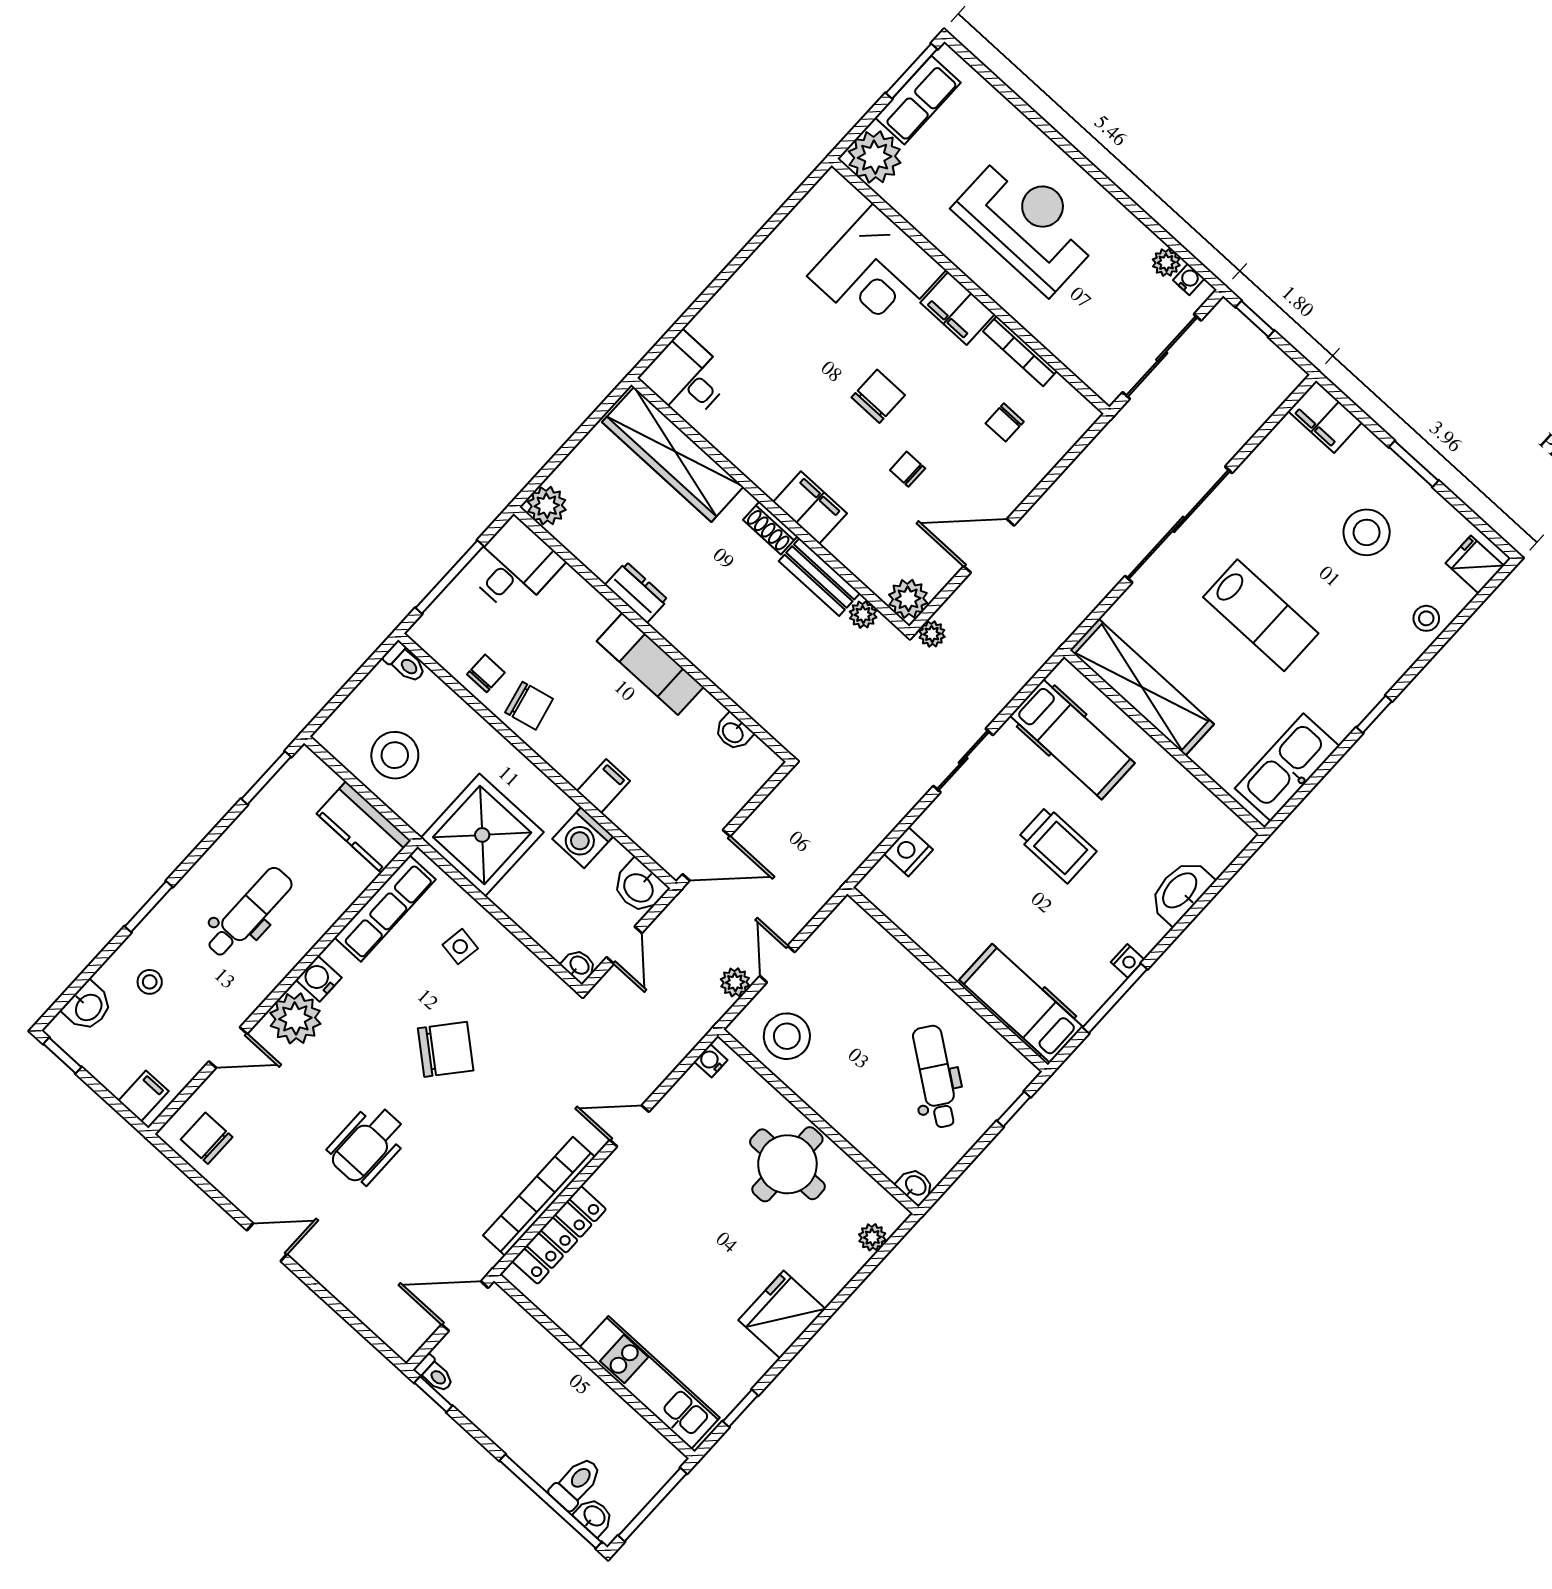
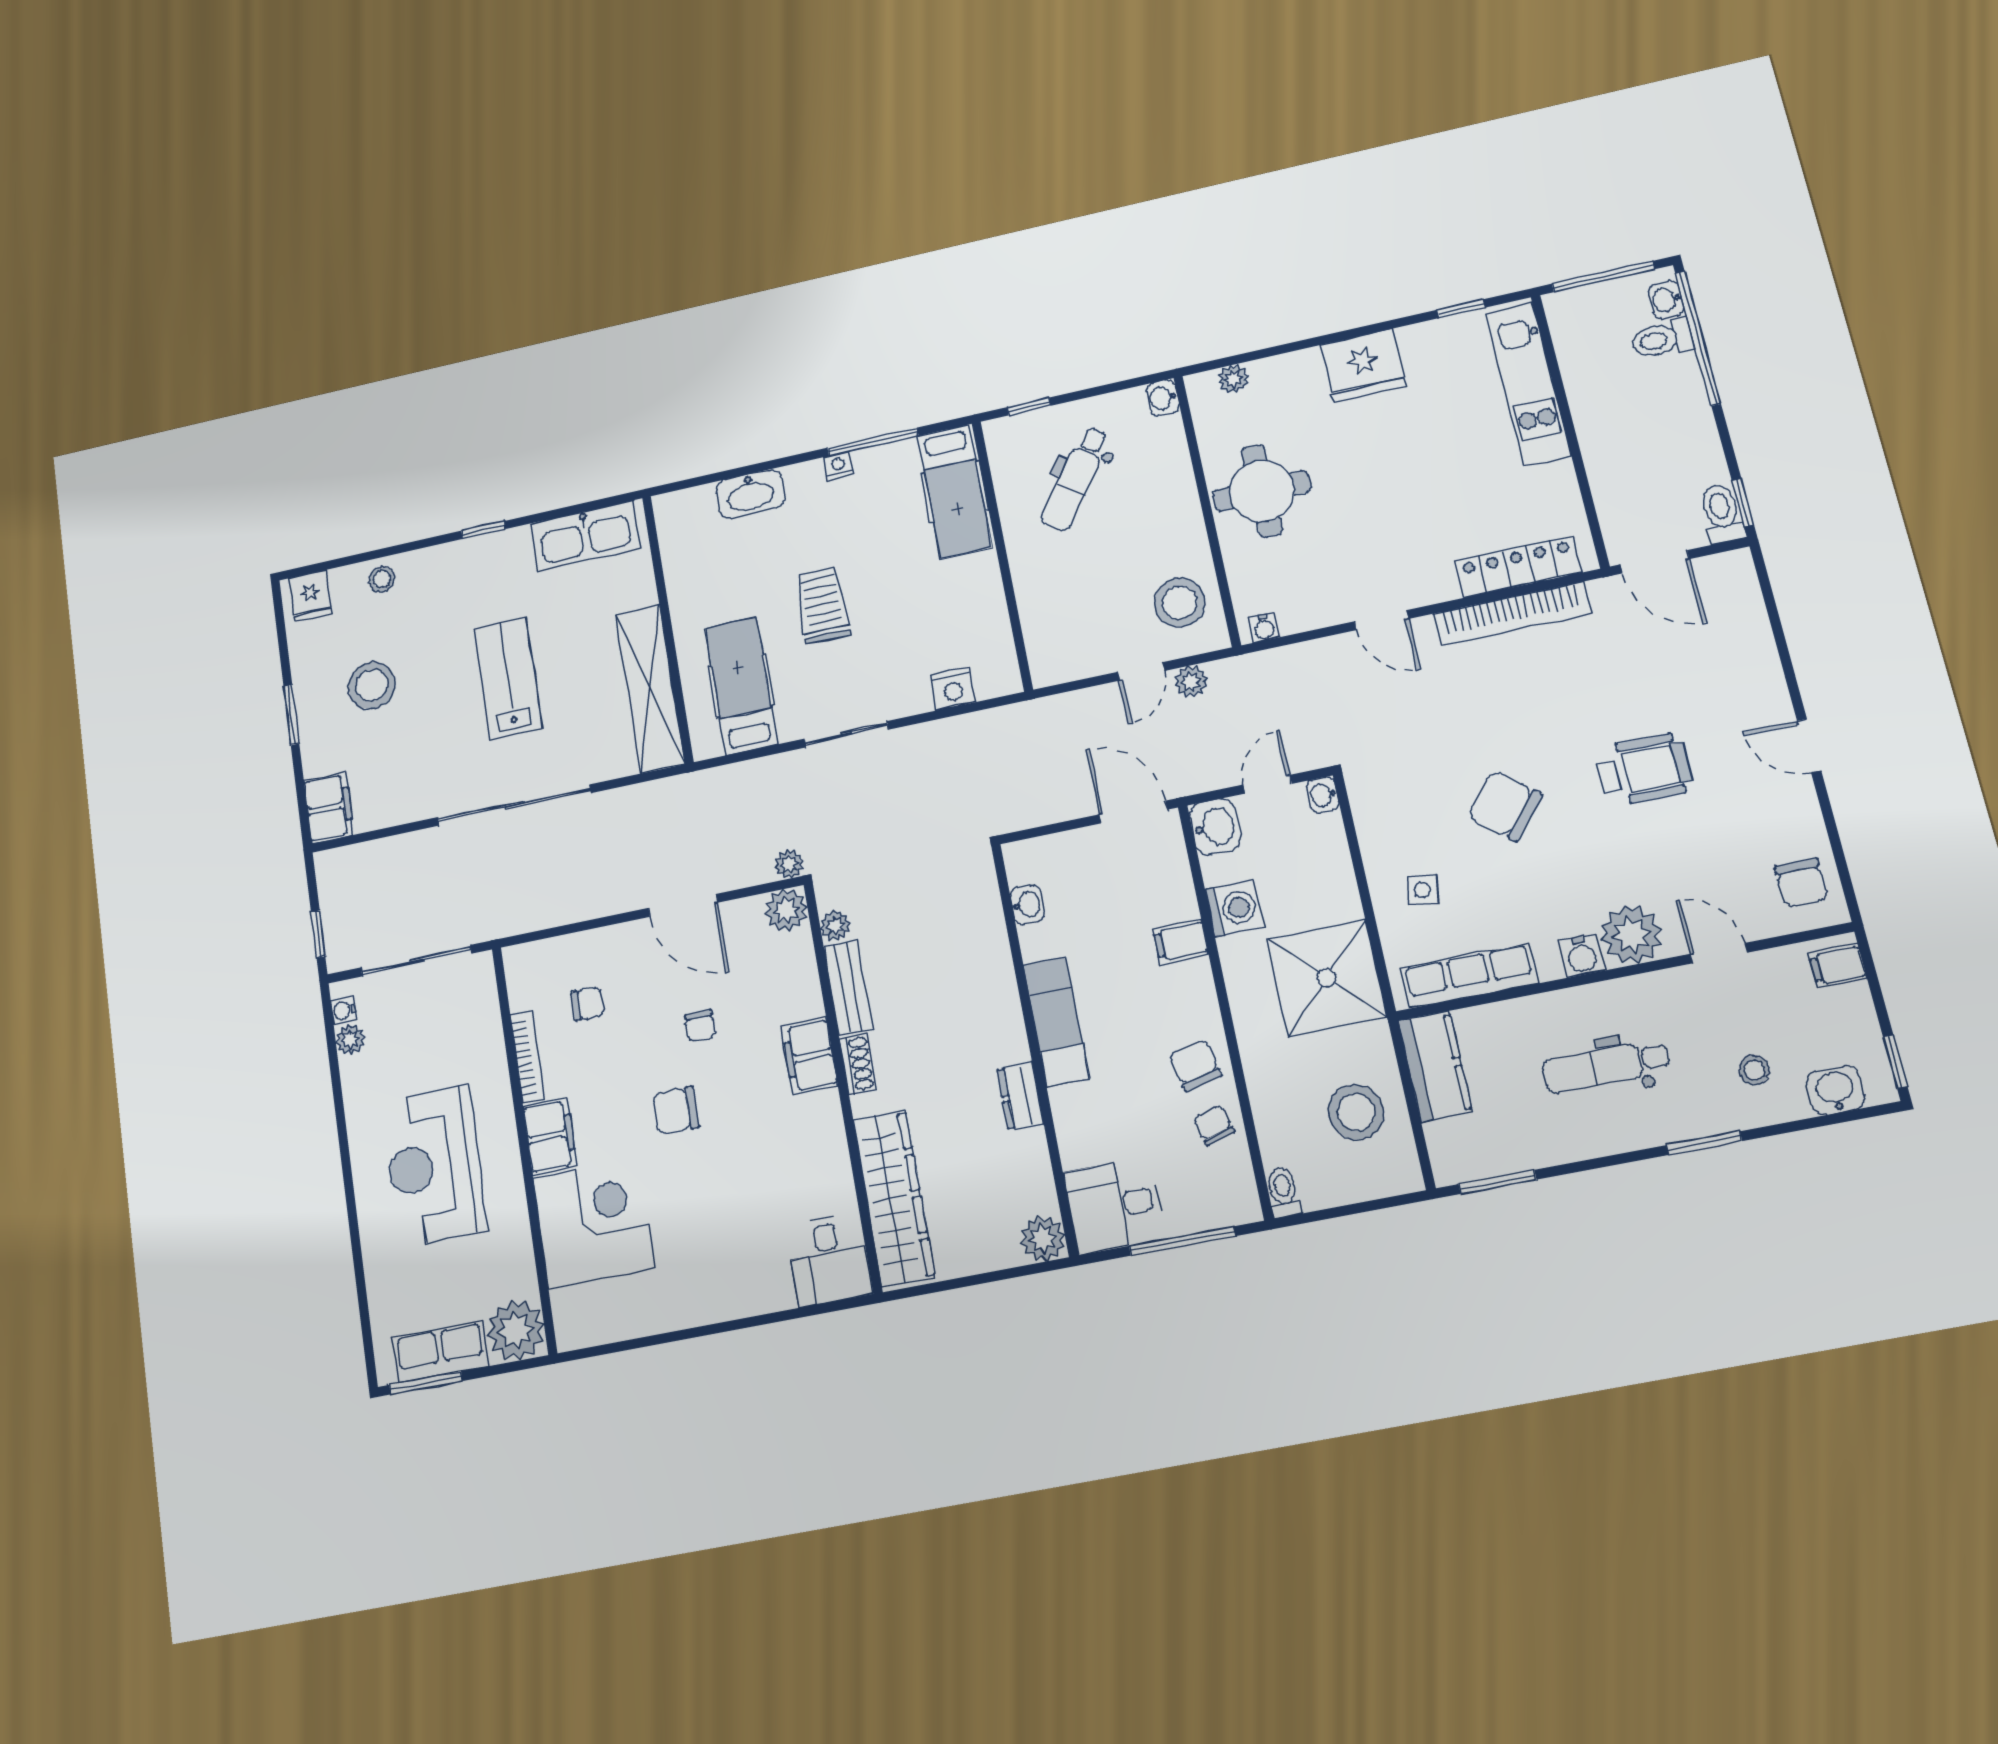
chair: (486, 673) -> (1214, 1125), turned 75
toilet: (434, 1374) -> (1722, 514), width x1.37, depth x1.39

